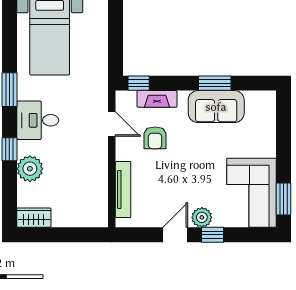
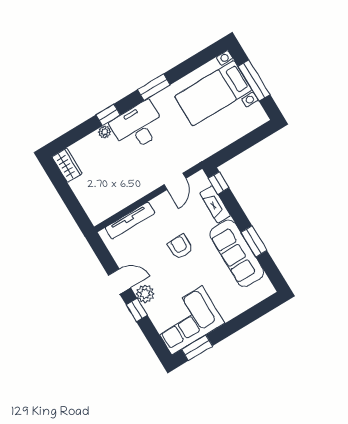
sofa: (216, 107) -> (237, 253), width x1.36
desk: (38, 120) -> (138, 126), width x1.37
armchair: (155, 138) -> (180, 247), moved, turned 90
plant: (30, 169) -> (105, 132), width x0.53, depth x0.53

